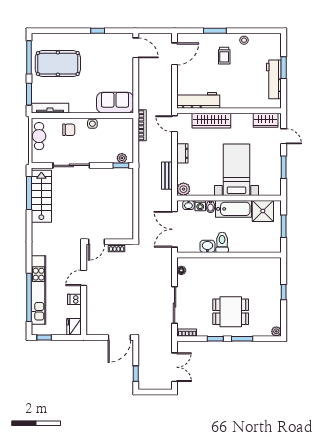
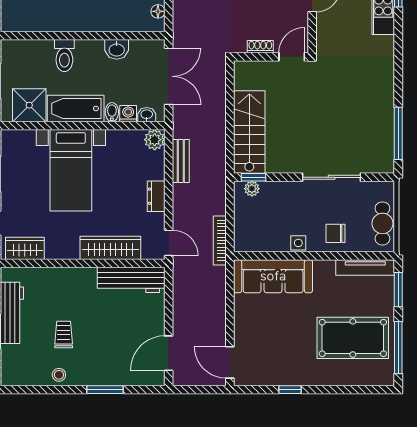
trolley: (224, 56) -> (64, 334), moved
sofa: (115, 103) -> (273, 276), width x1.36
stairs: (41, 196) -> (249, 132), moved, turned 180
toilet: (222, 242) -> (64, 56), moved

